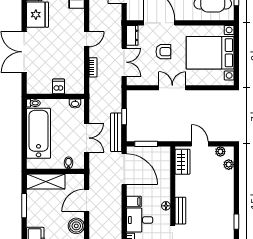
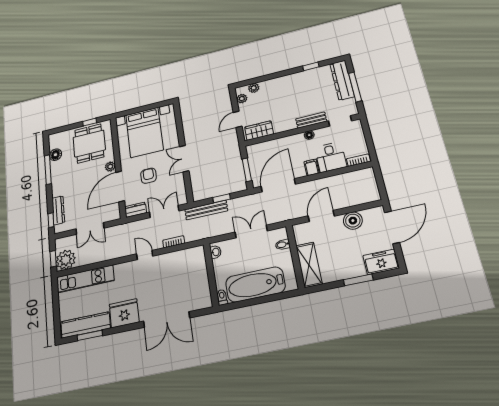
plant: (183, 15) -> (110, 167), added
dishwasher: (59, 86) -> (199, 274), removed
bench: (116, 132) -> (206, 210), moved
door: (87, 200) -> (321, 216), swing flipped
window: (24, 206) -> (358, 280), moved

